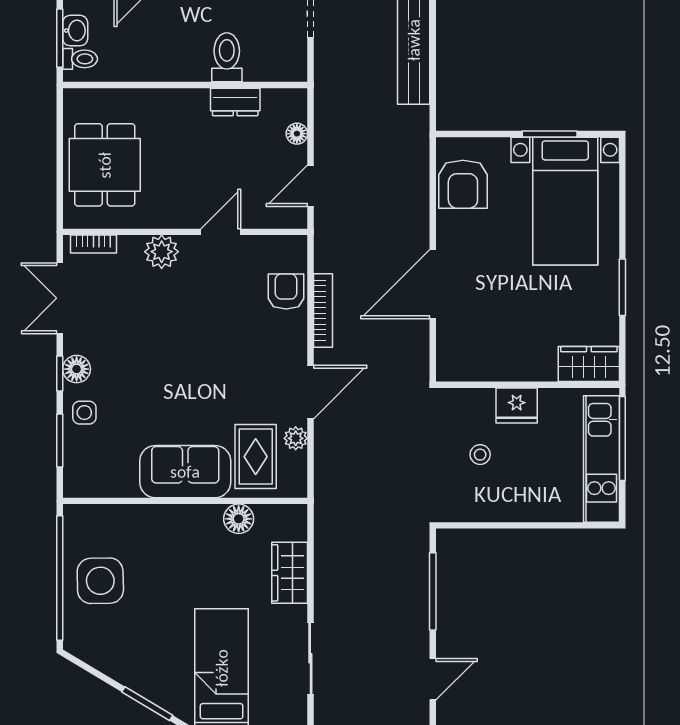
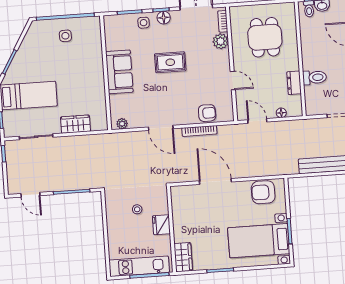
dining table: (105, 165) -> (265, 37), moved, turned 90
plant: (162, 252) -> (221, 41), moved
plant: (296, 438) -> (122, 124), moved
rug: (256, 457) -> (170, 62), moved
floor lamp: (239, 519) -> (99, 98), removed
side table: (100, 581) -> (65, 36), width x0.54, depth x0.54

